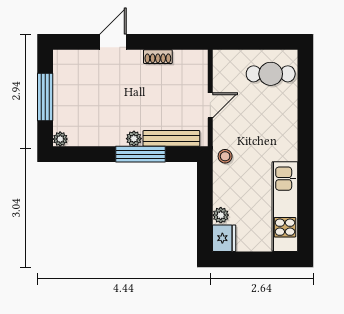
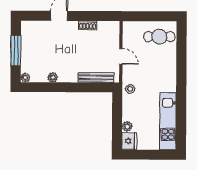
door: (210, 105) -> (121, 56), hinge flipped
plant: (134, 139) -> (53, 77), moved
window: (140, 154) -> (76, 87), removed

